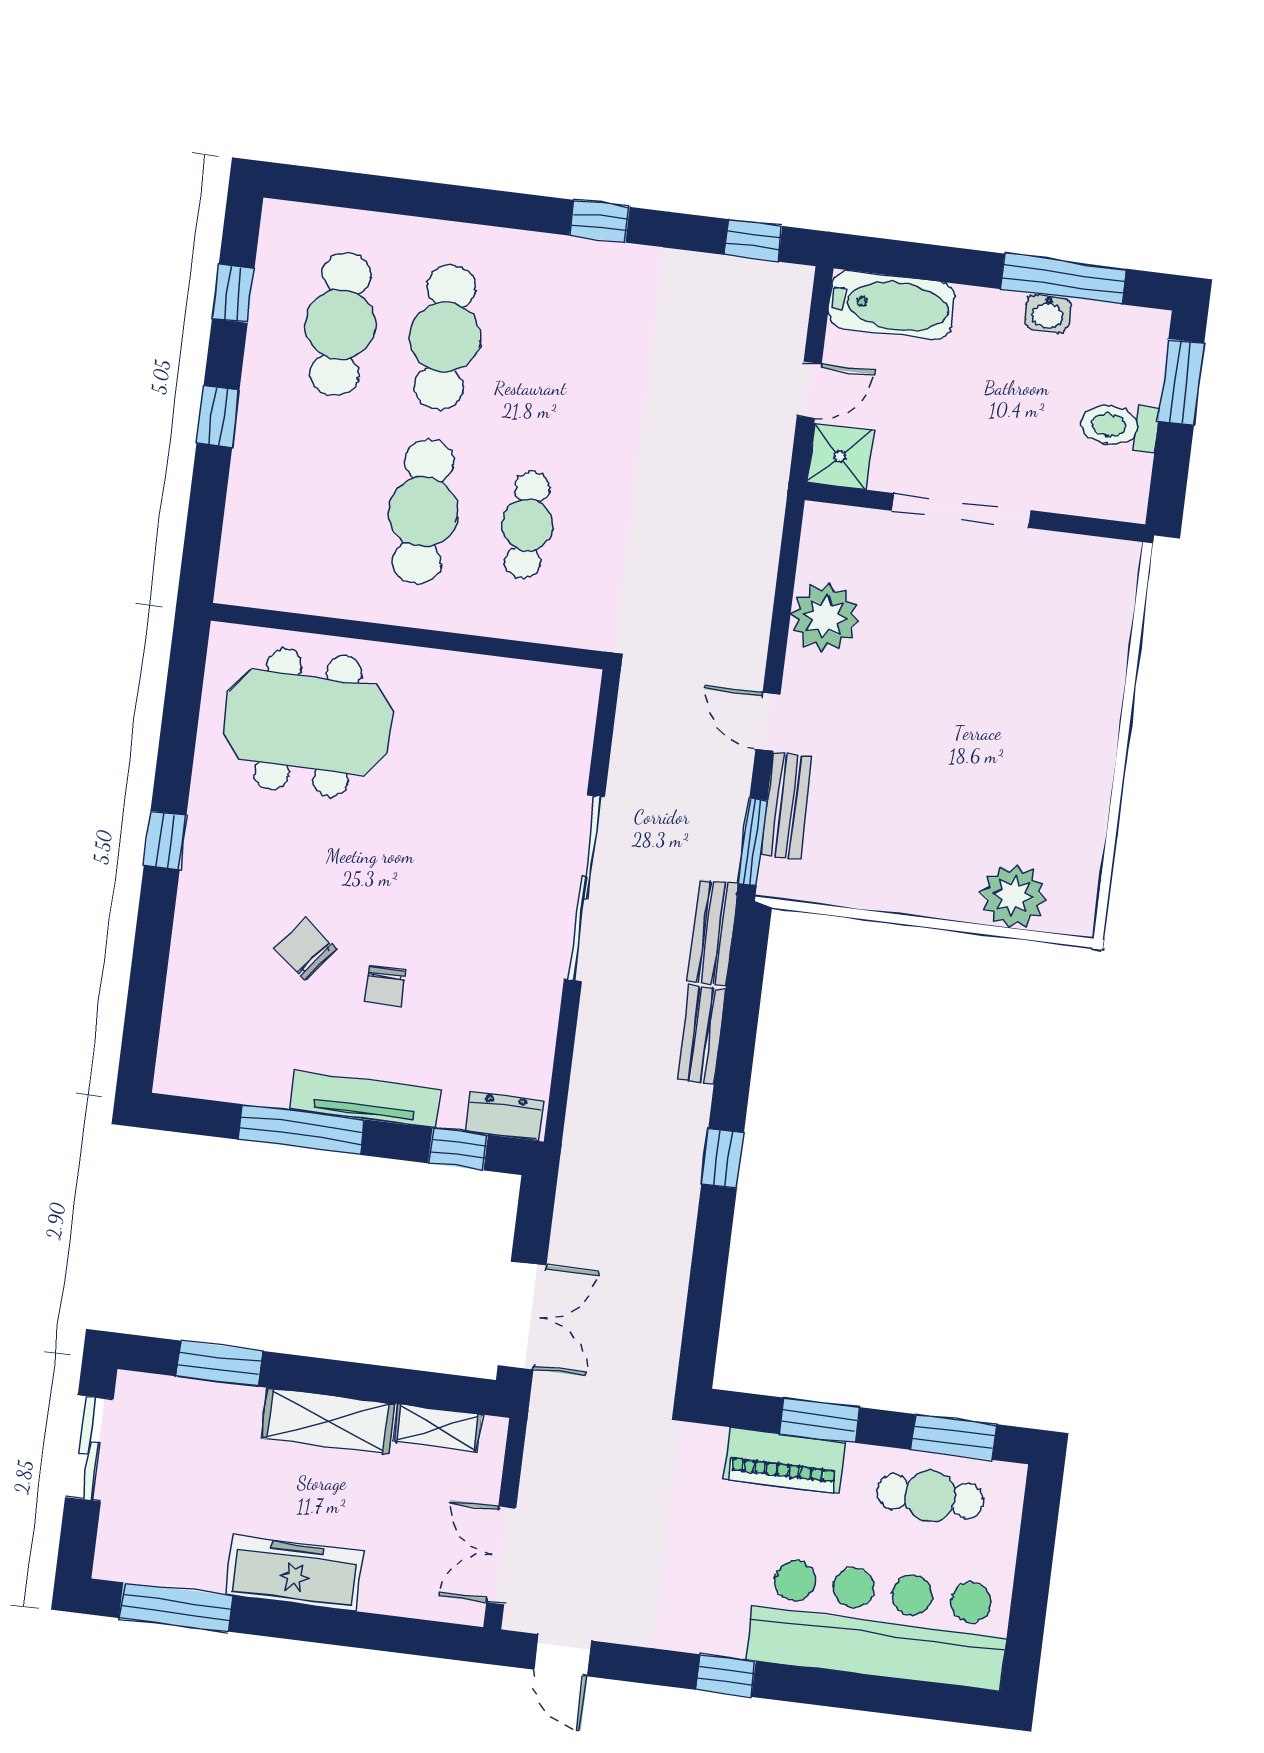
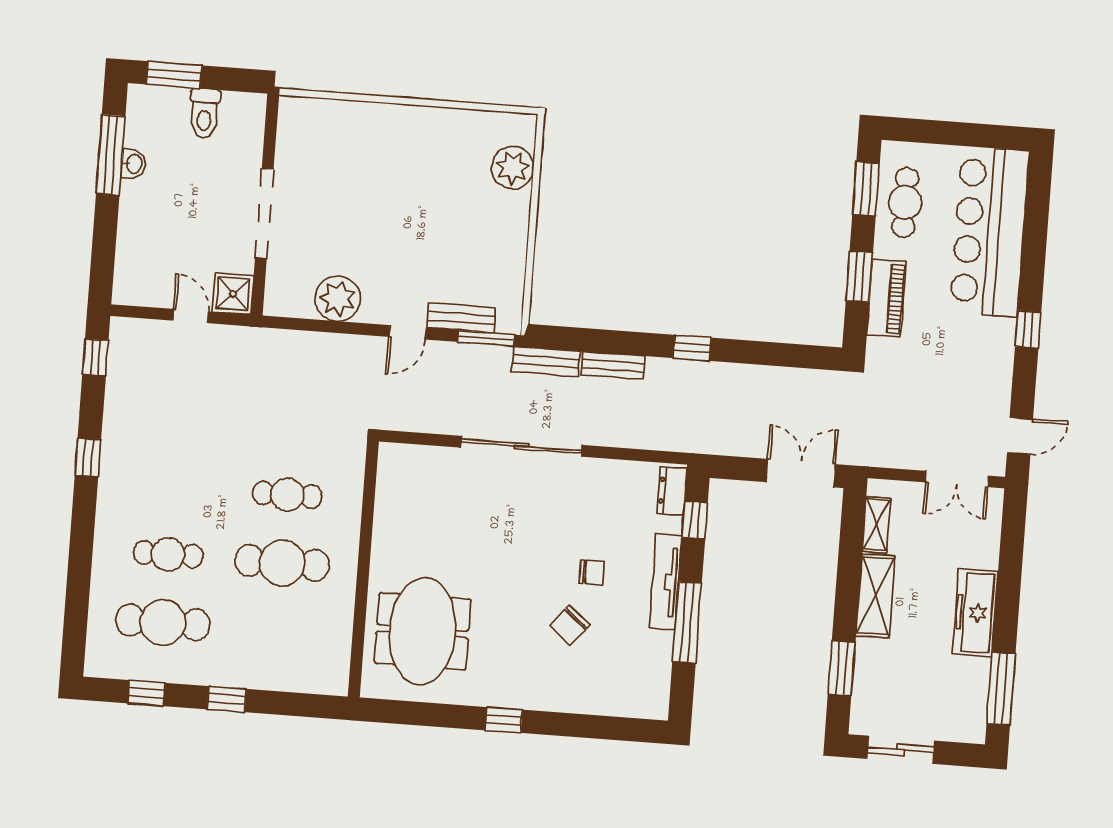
bathtub: (892, 305) -> (133, 265), removed
cafe table: (445, 337) -> (168, 554), width x0.73, depth x0.74

